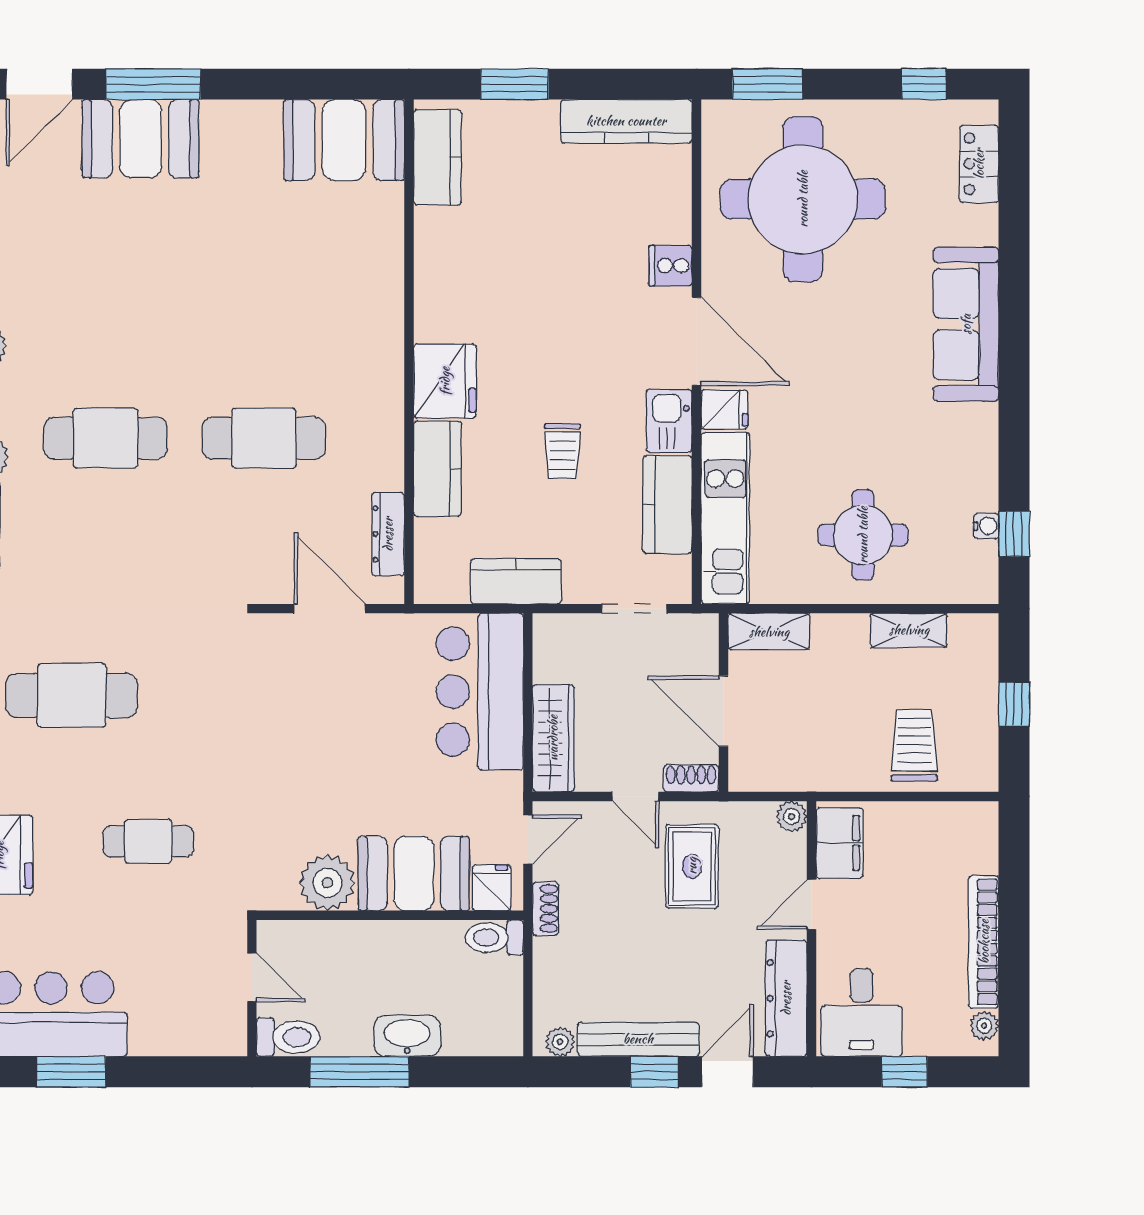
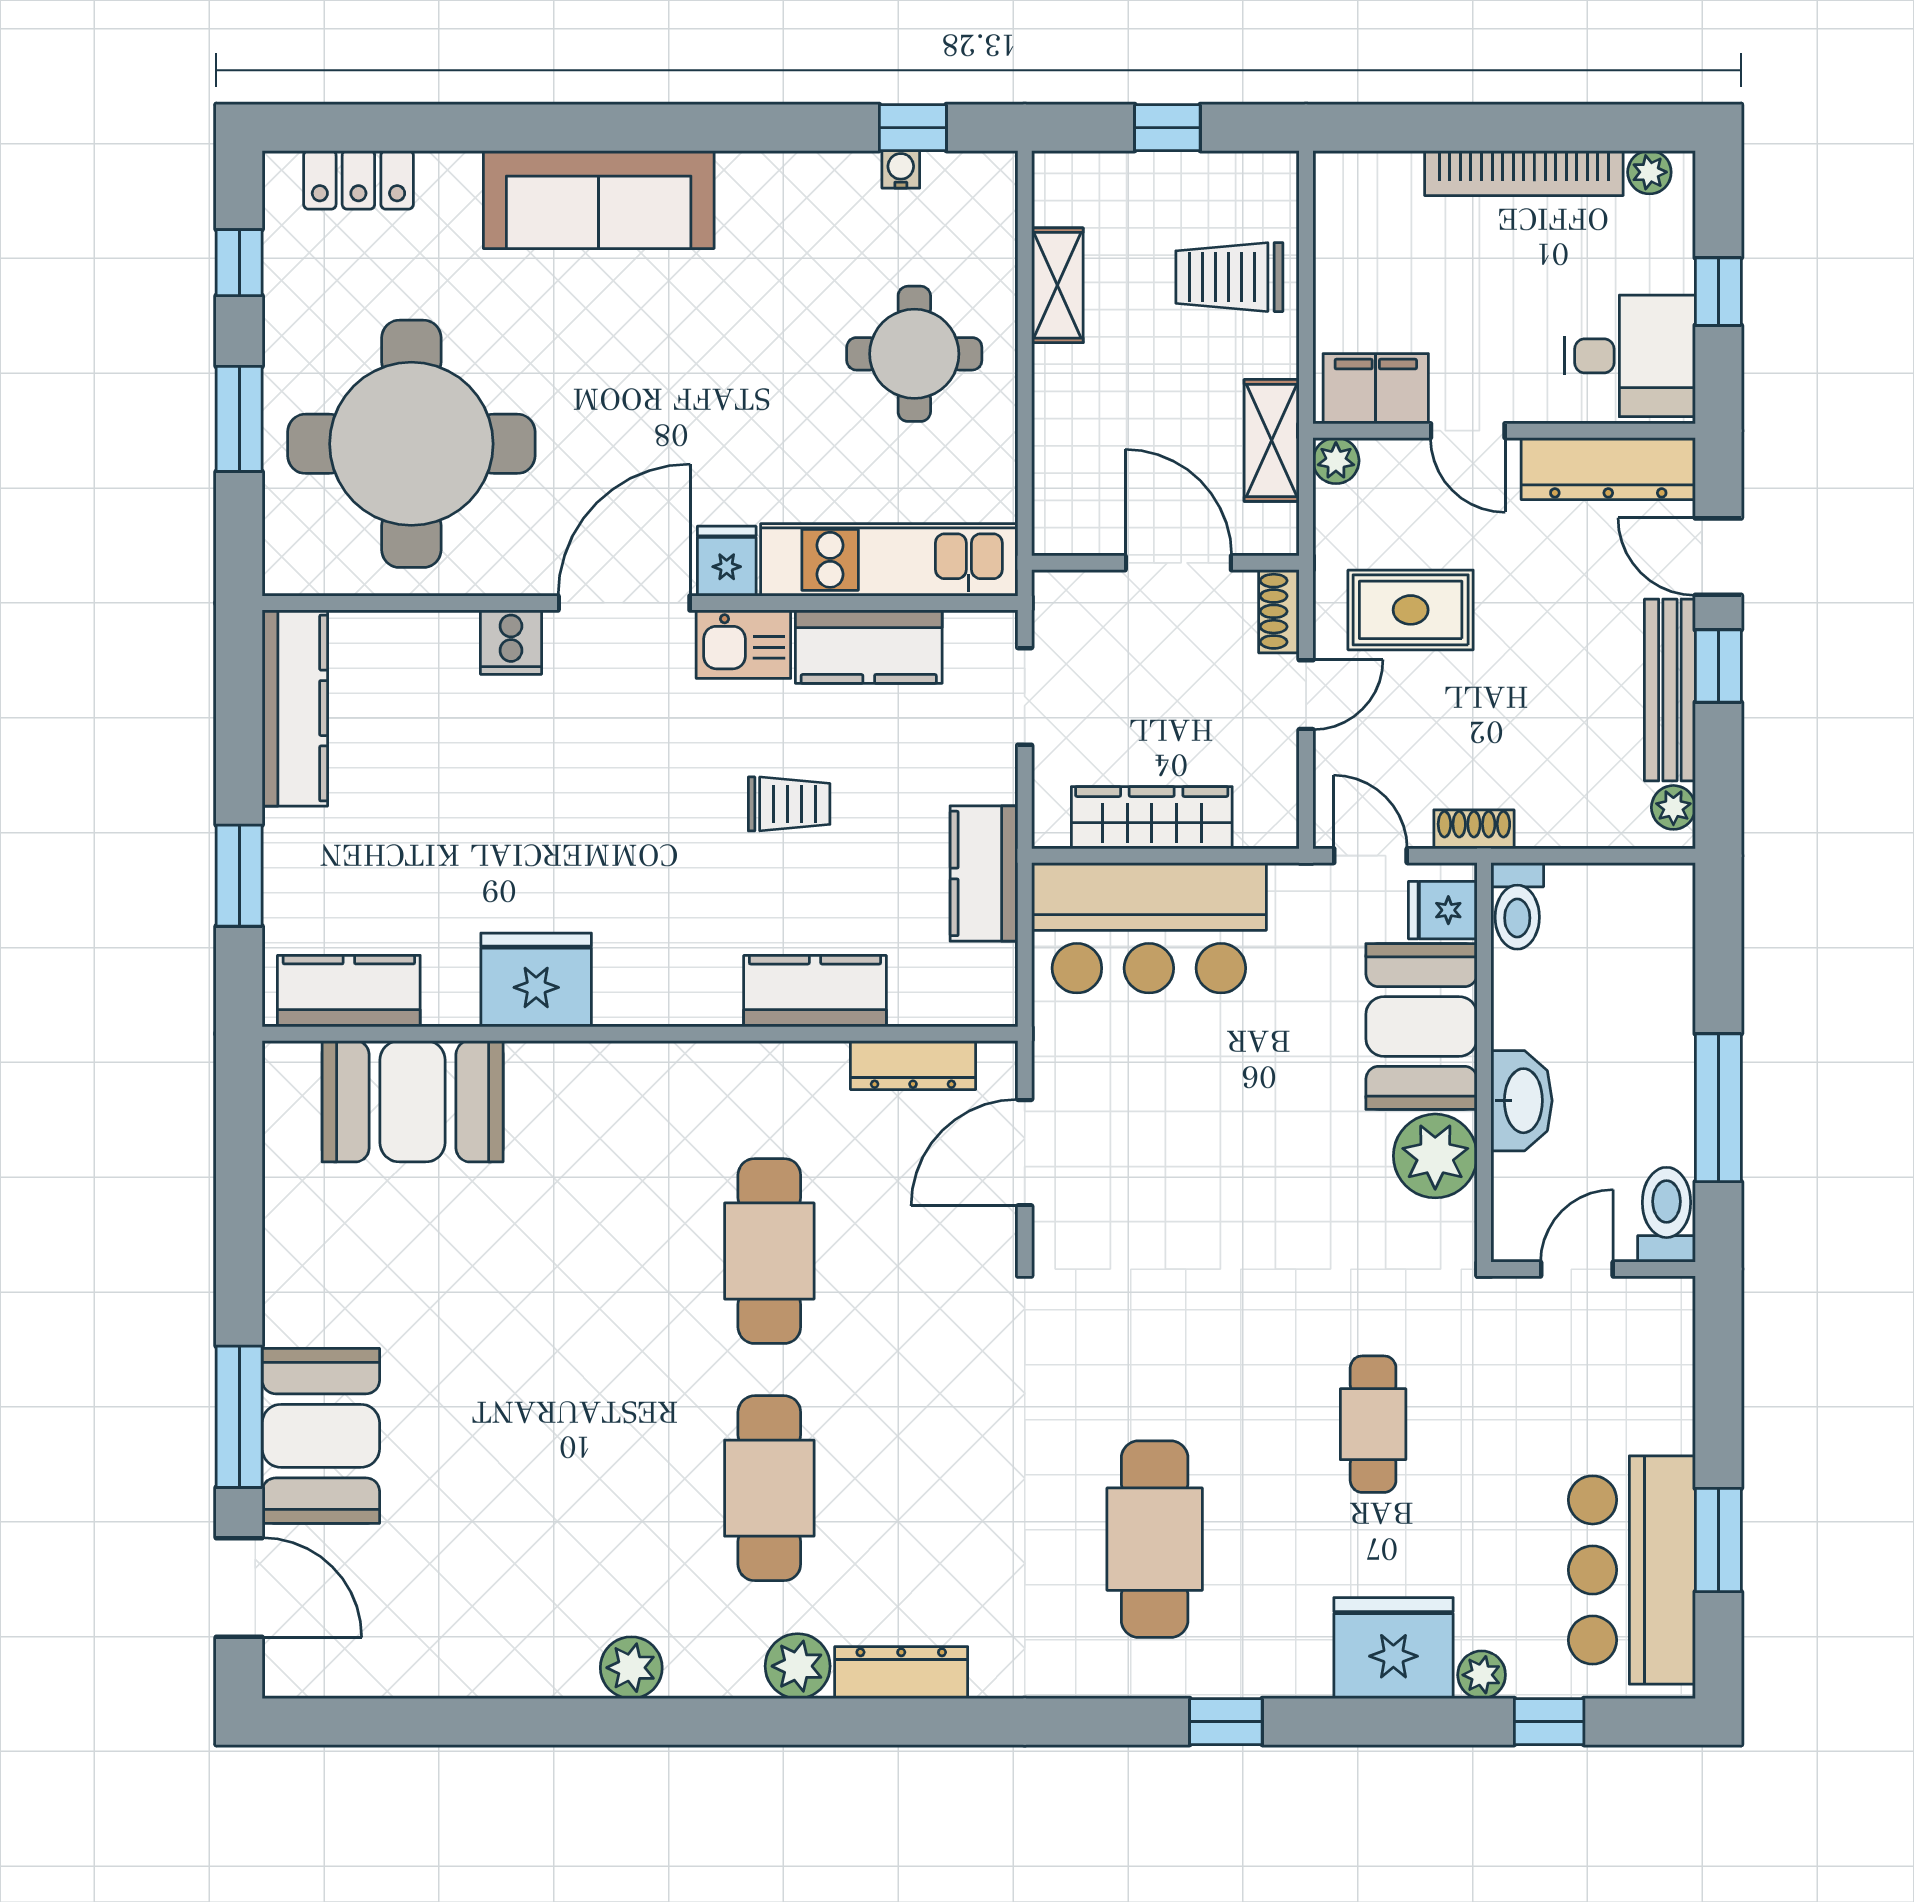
window: (768, 84) -> (239, 419), moved
booth: (344, 140) -> (413, 1101), moved, turned 90
fridge: (445, 381) -> (536, 980), moved
shelving: (769, 632) -> (1272, 440), moved
door: (723, 711) -> (1178, 563), swing flipped
wardrobe: (553, 738) -> (1152, 818), moved
washbasin: (407, 1036) -> (1522, 1101), moved, turned 180

